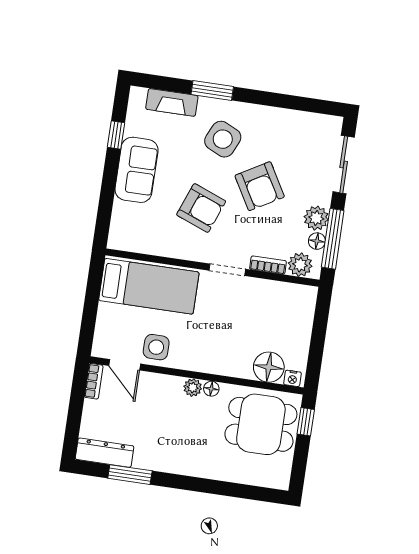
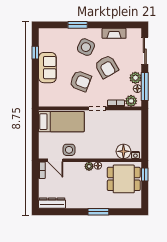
fireplace: (172, 102) -> (114, 33), moved
window: (130, 475) -> (98, 212), moved

